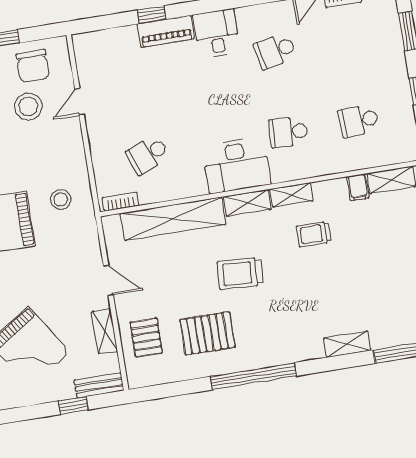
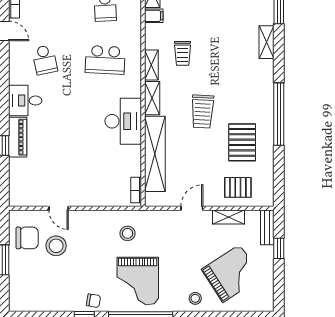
school desk: (288, 132) -> (105, 60), width x1.85
school desk: (148, 155) -> (105, 165), removed
desk: (237, 165) -> (123, 121), moved

